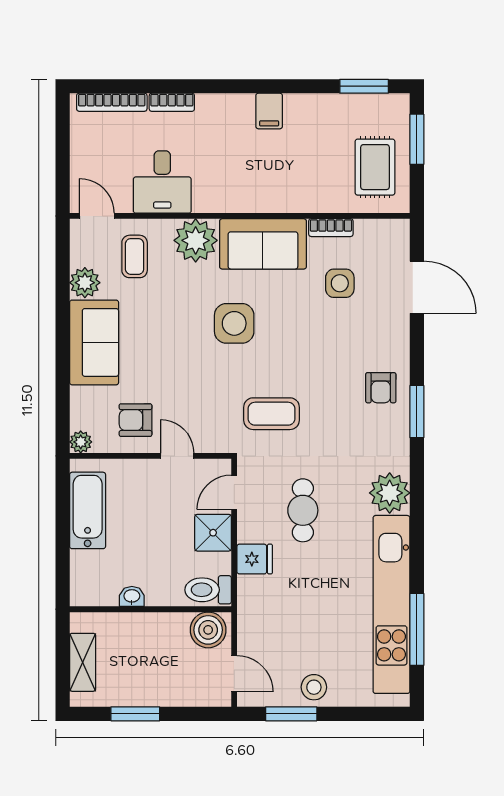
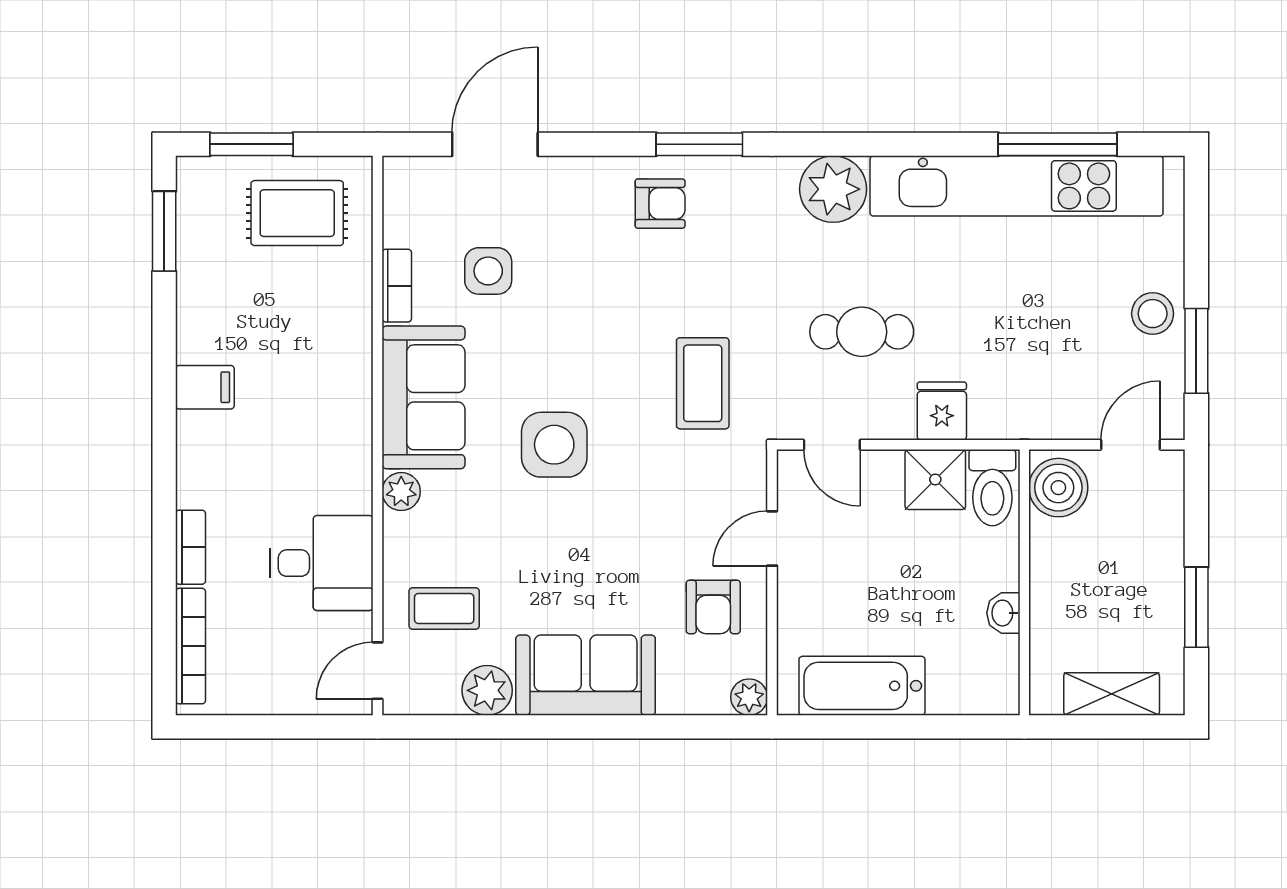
plant: (196, 240) -> (401, 492), width x0.53, depth x0.53
shower: (213, 533) -> (935, 479), moved

